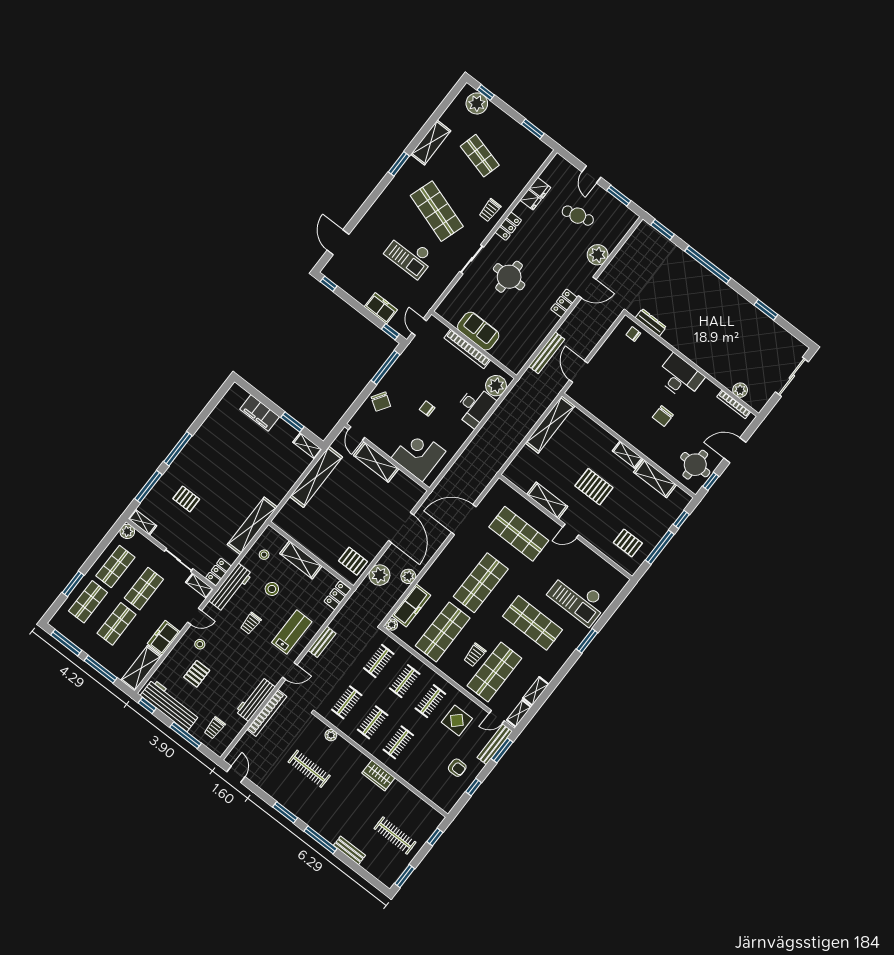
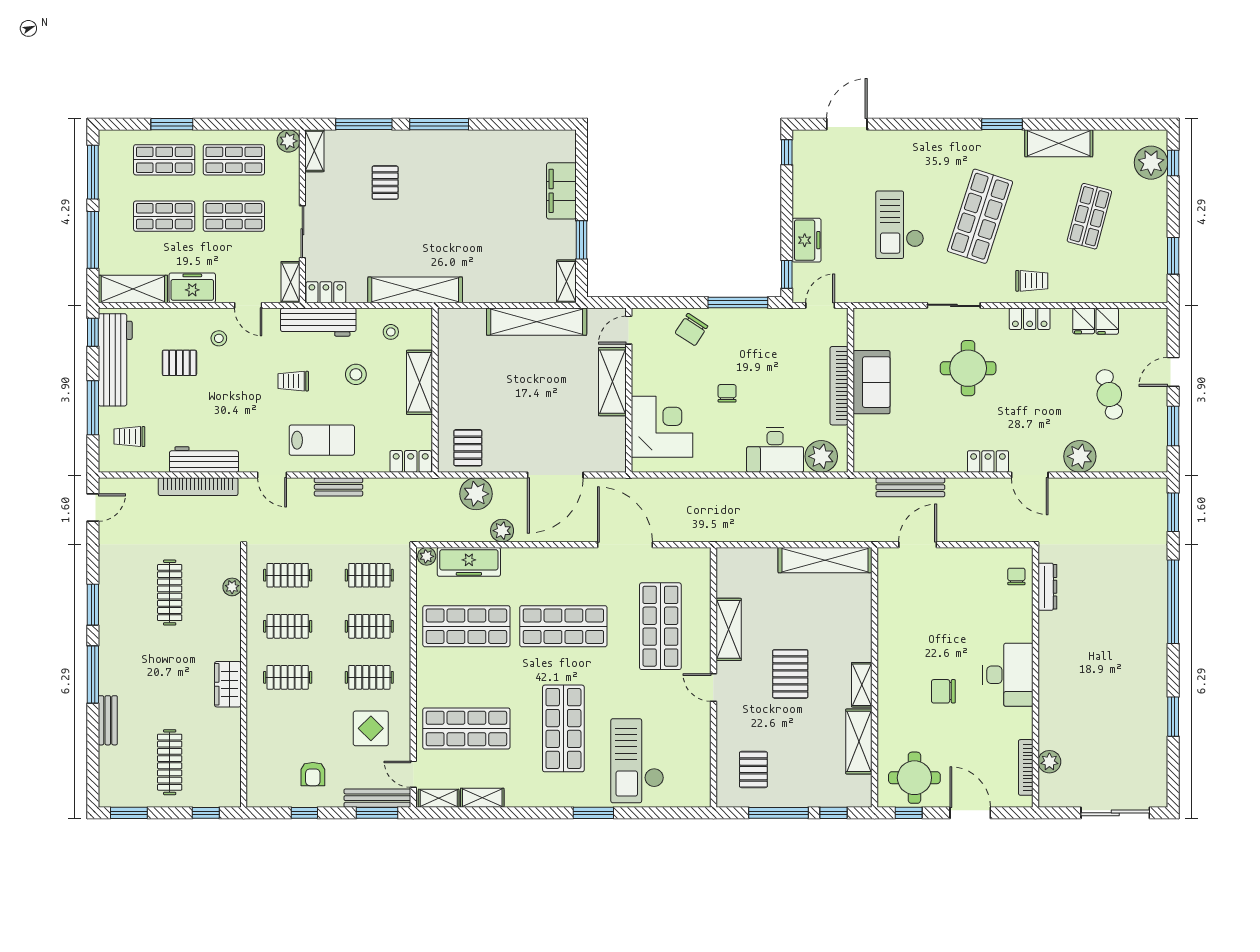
trolley: (490, 210) -> (1032, 281), turned 180
trolley: (475, 655) -> (469, 688), removed

